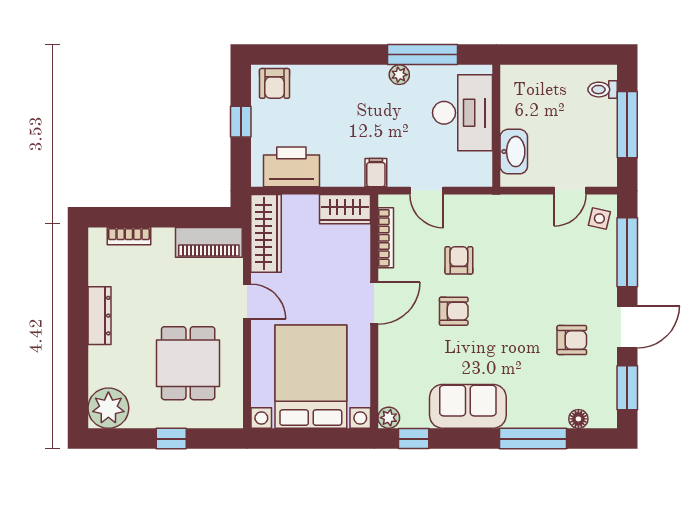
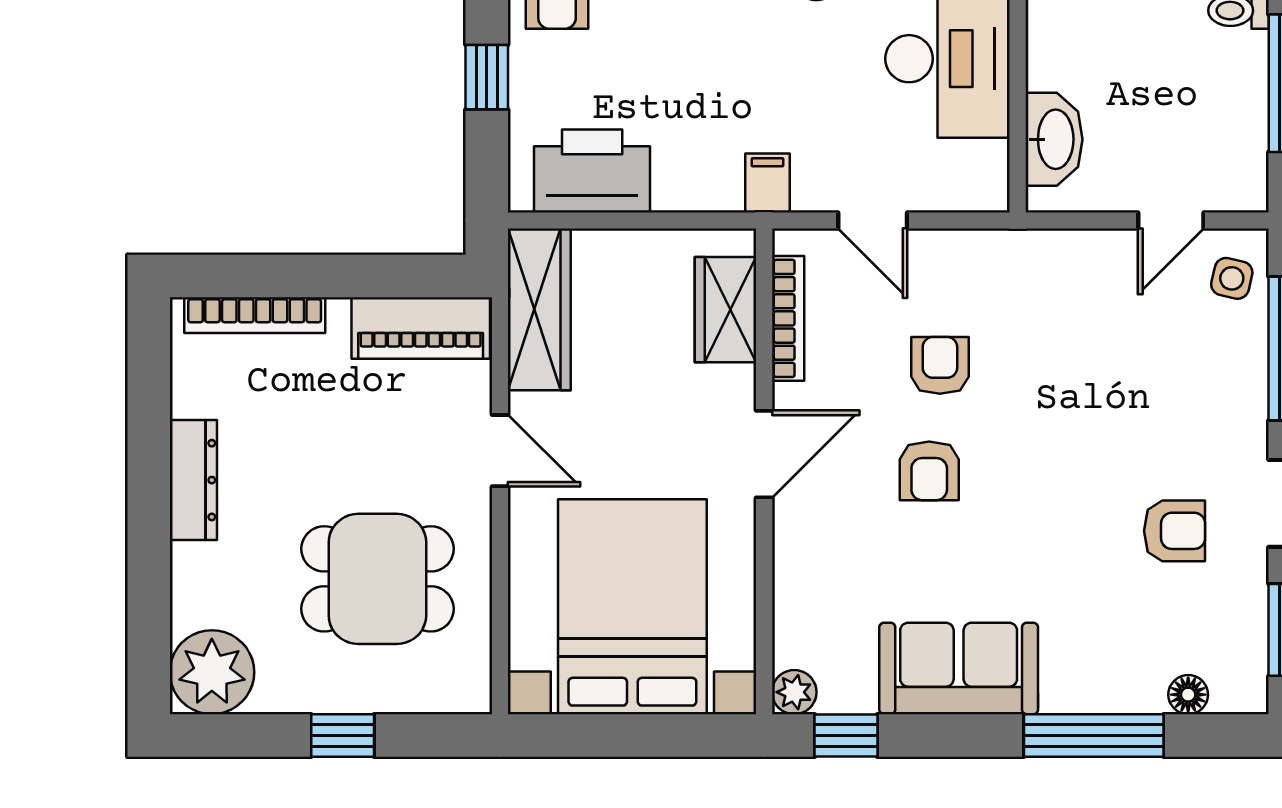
wardrobe: (345, 209) -> (726, 310), moved, turned 90
bookcase: (129, 236) -> (255, 315), width x1.56
armchair: (454, 311) -> (929, 471), turned 90
dining table: (188, 363) -> (377, 579), turned 90

